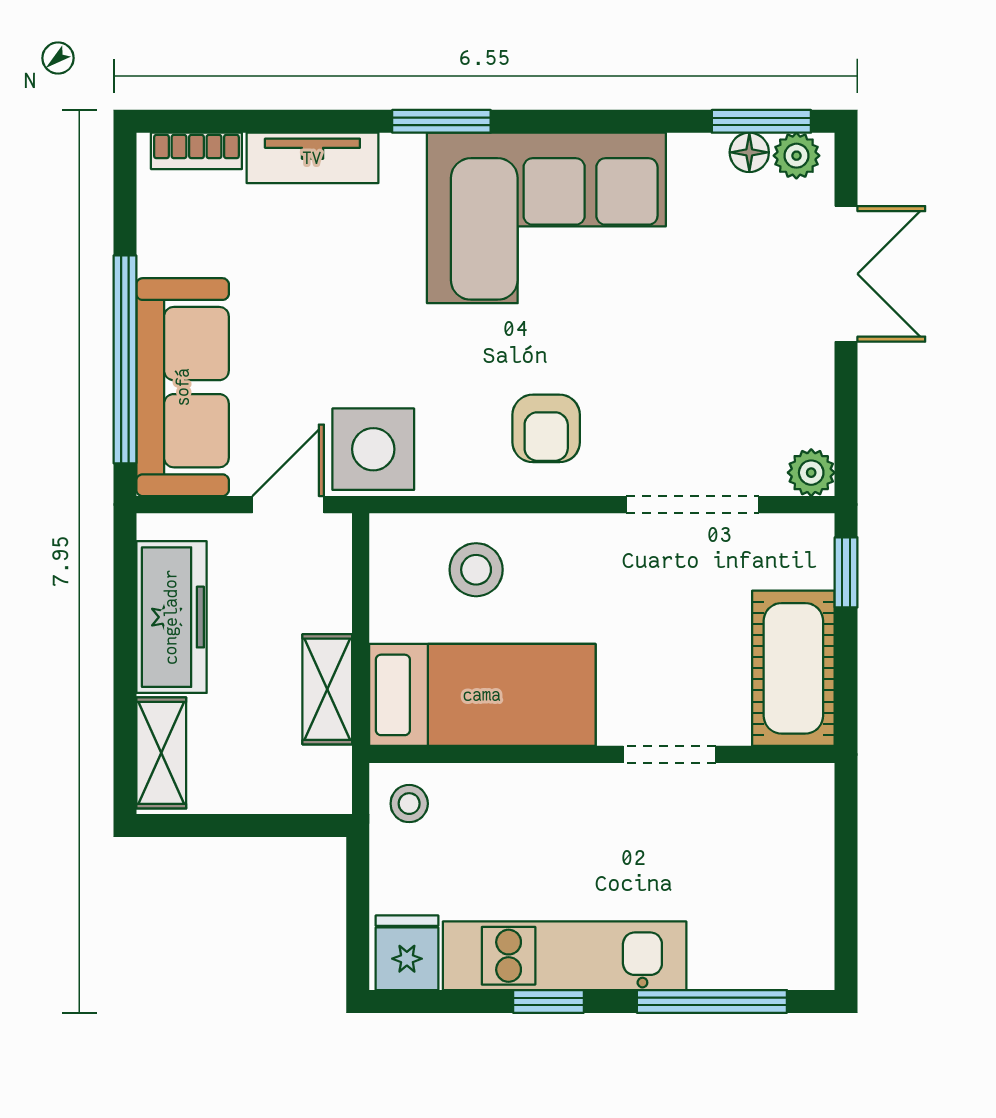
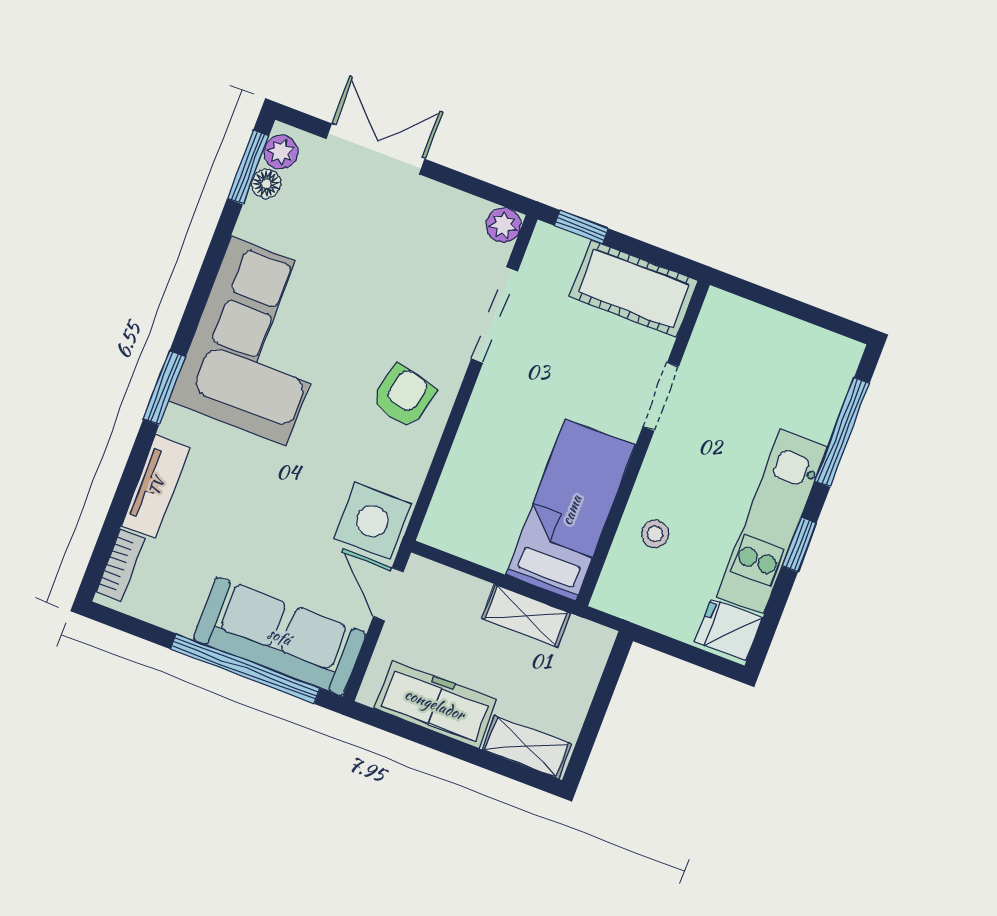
armchair: (546, 428) -> (404, 396), turned -76
stool: (476, 570) -> (483, 482), removed
stool: (409, 804) -> (655, 534), moved

